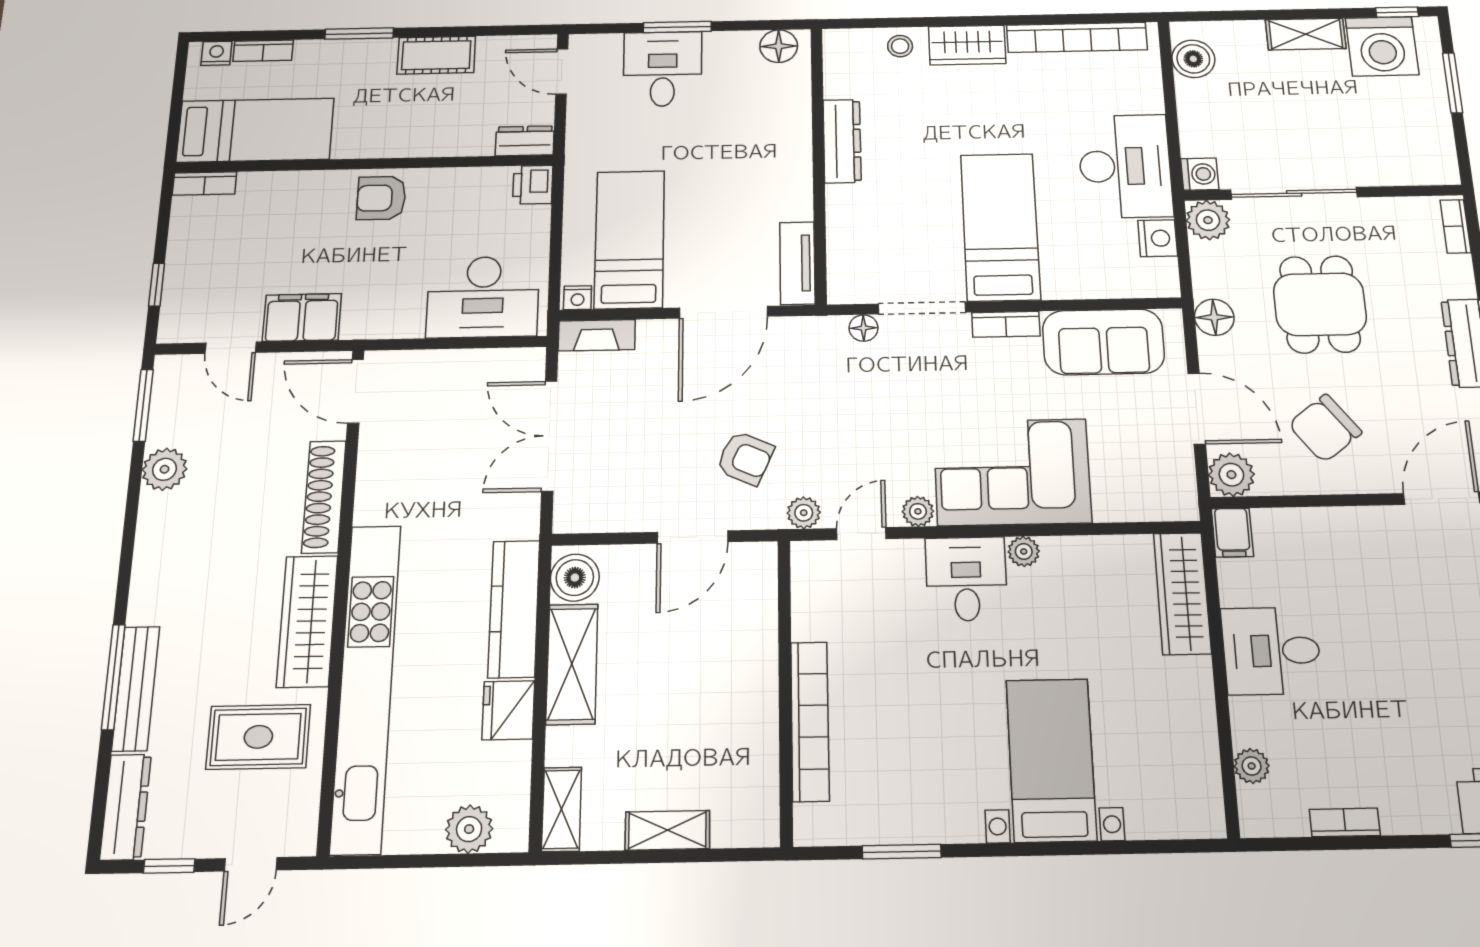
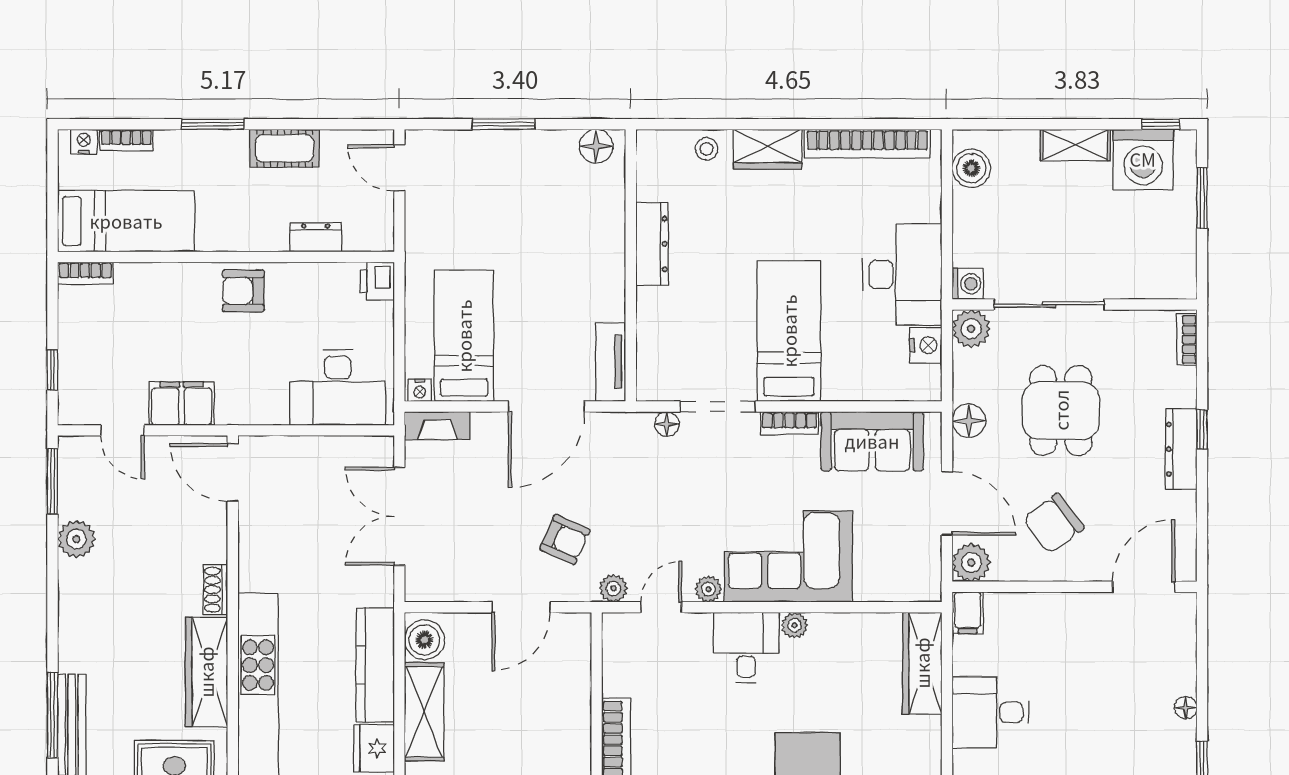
desk: (663, 69) -> (491, 167), removed
dresser: (525, 141) -> (316, 237), moved
shoe rack: (324, 497) -> (215, 590), width x0.51, depth x0.81

